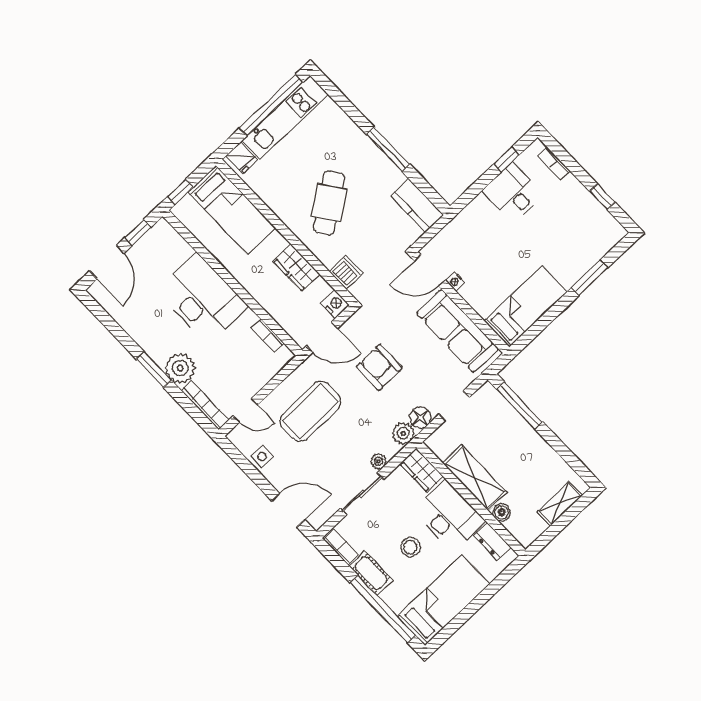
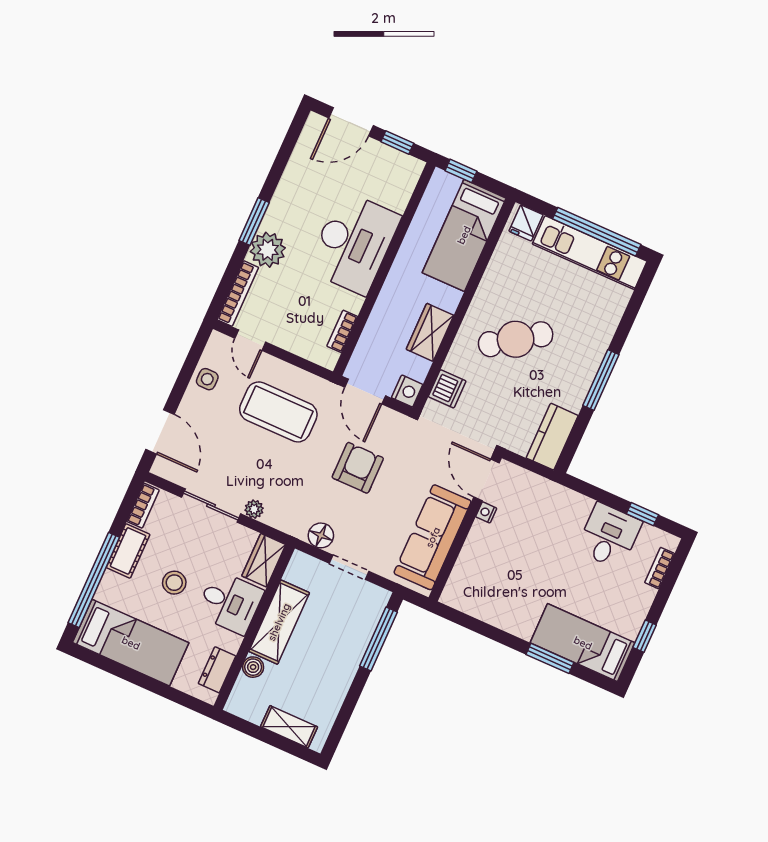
bed: (526, 306) -> (583, 643), moved, turned 180
plant: (403, 433) -> (296, 524), removed
desk: (449, 516) -> (230, 602), width x0.73

